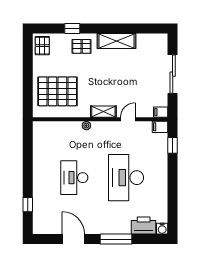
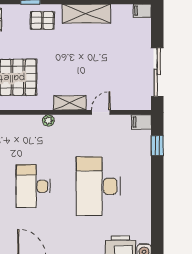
sliding door: (173, 74) -> (157, 72), moved
filing cabinet: (161, 112) -> (142, 11), moved

